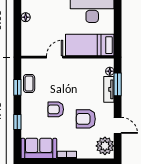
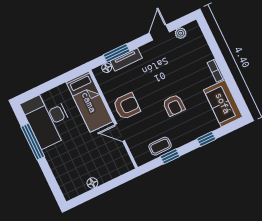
armchair: (86, 119) -> (127, 106), moved, turned -89
plant: (105, 146) -> (181, 33), width x0.53, depth x0.53

